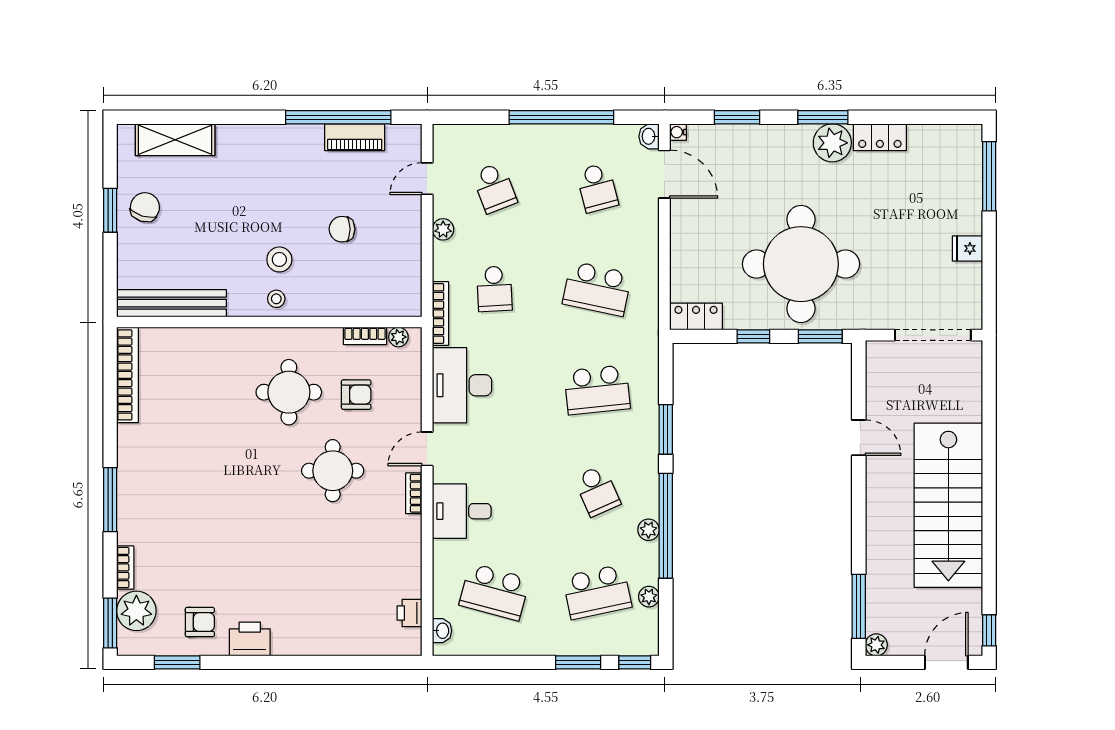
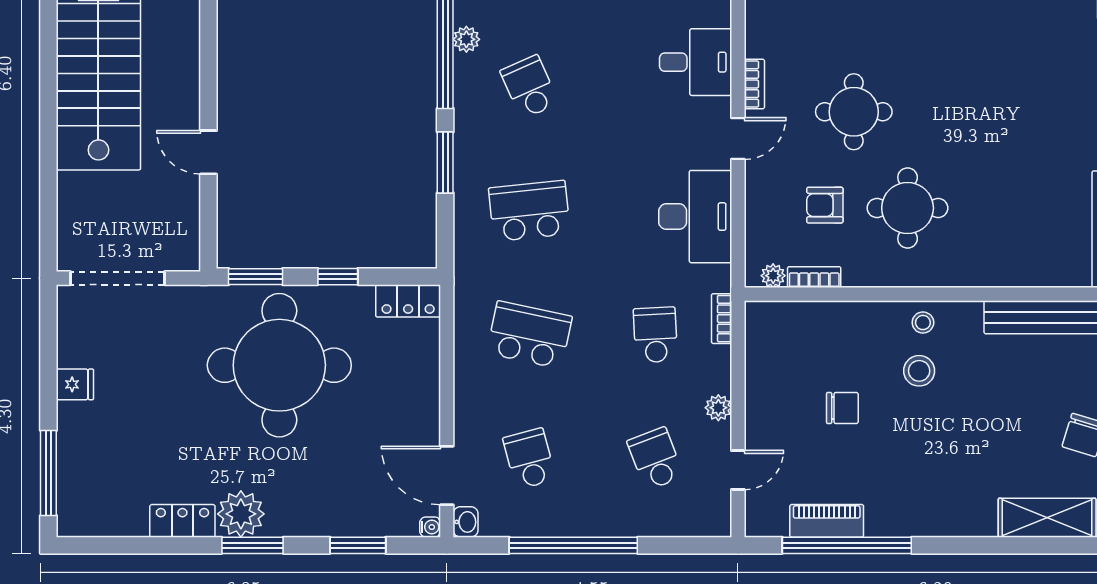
bookcase: (440, 314) -> (722, 319), width x0.64

